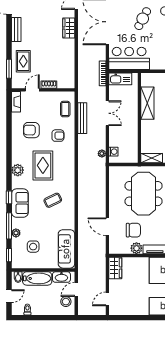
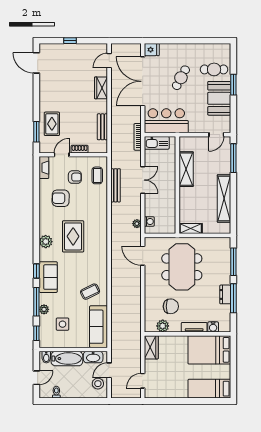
bench: (16, 30) -> (102, 127), moved
armchair: (58, 136) -> (75, 177), moved
coffee table: (53, 200) -> (90, 292), moved
door: (107, 227) -> (143, 256), moved
plant: (136, 248) -> (163, 326), moved

